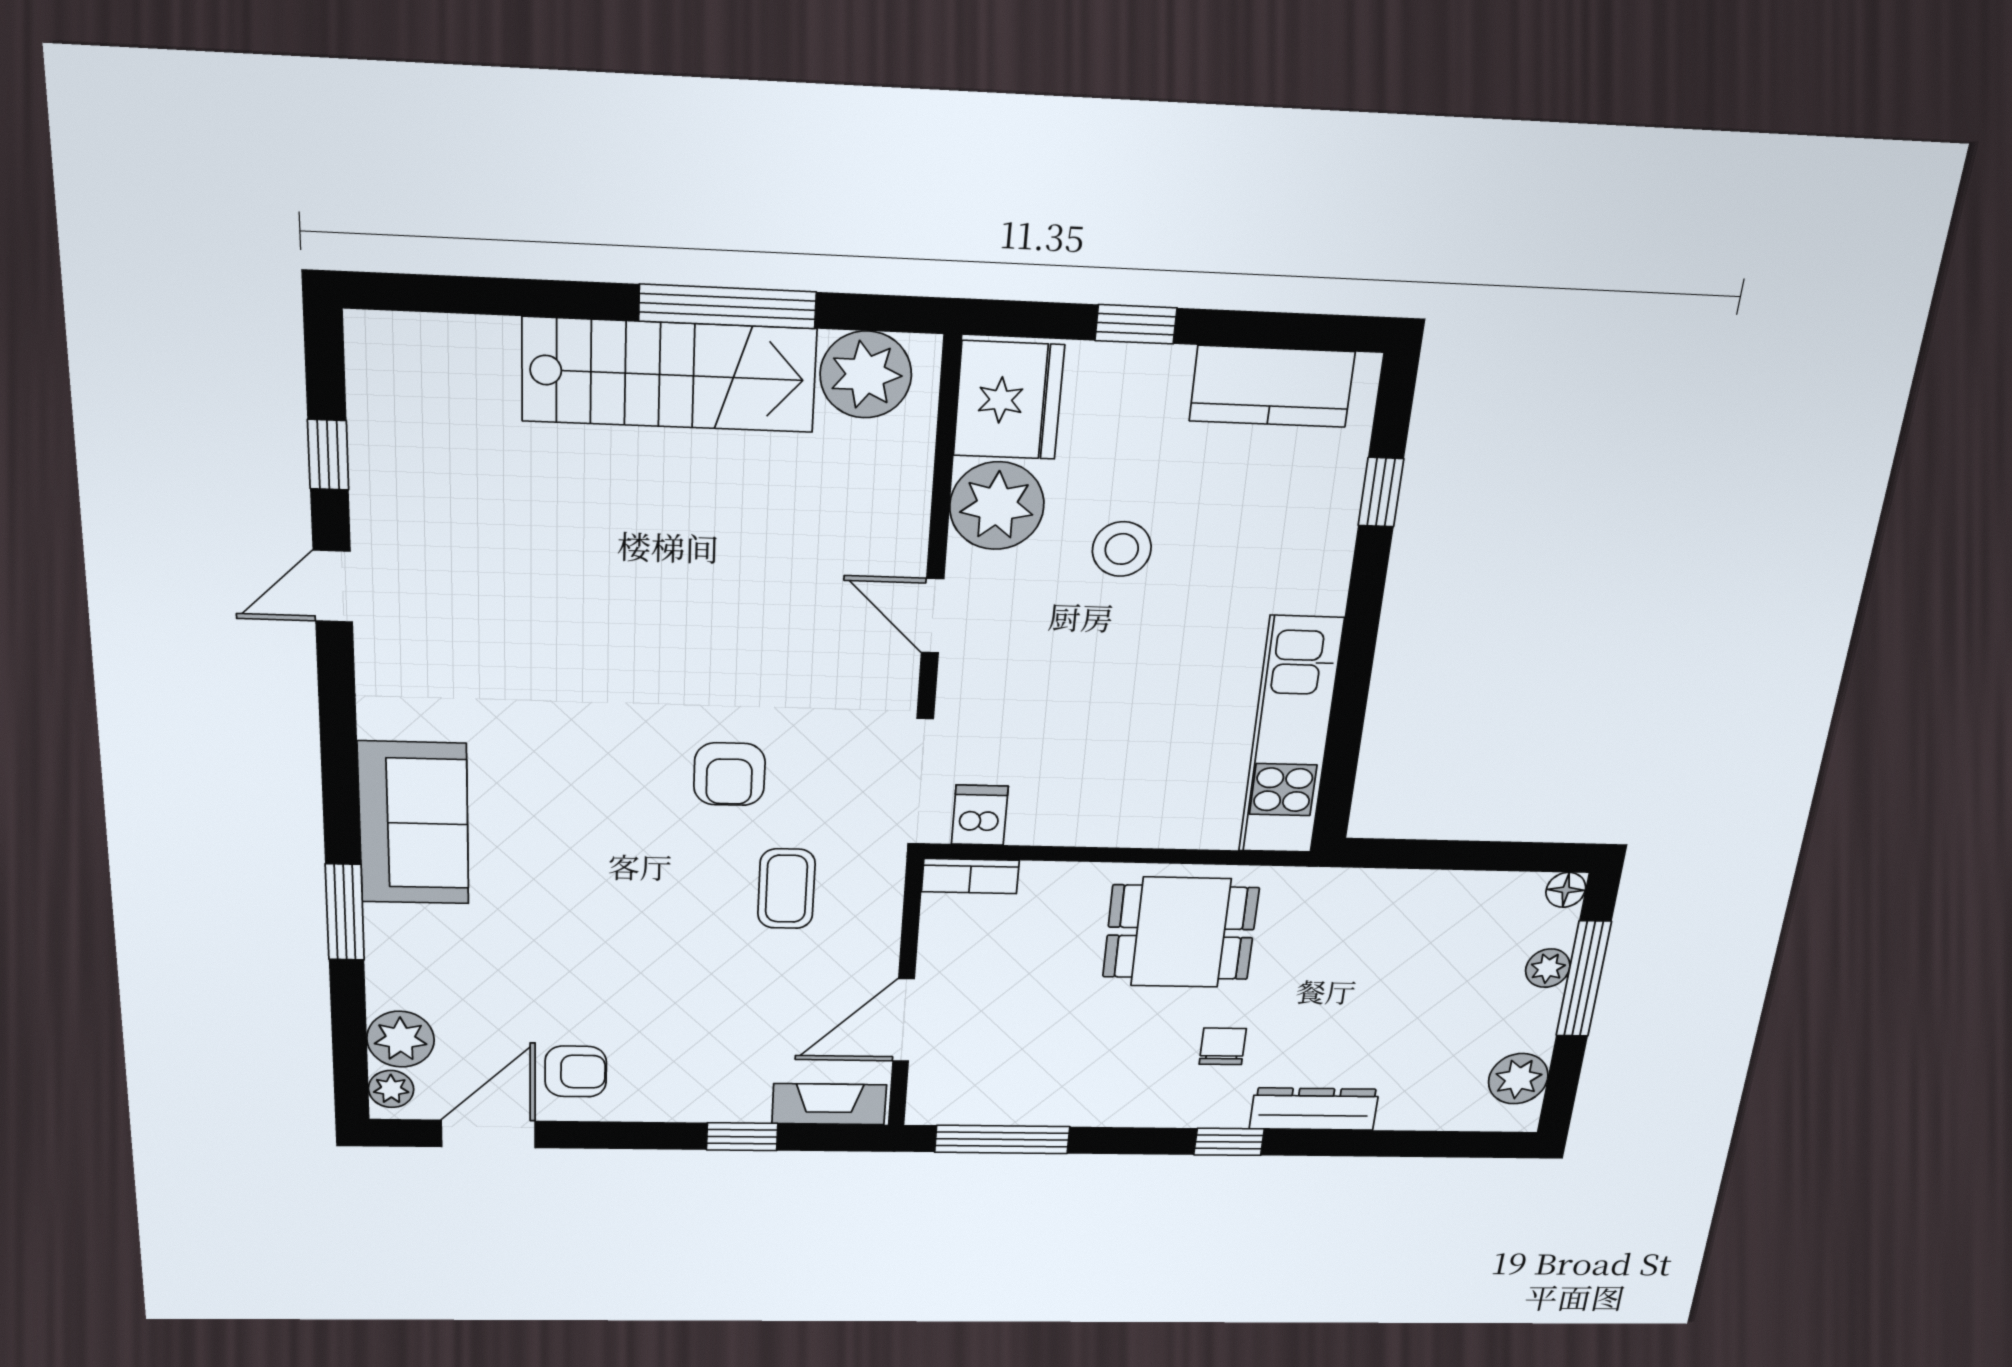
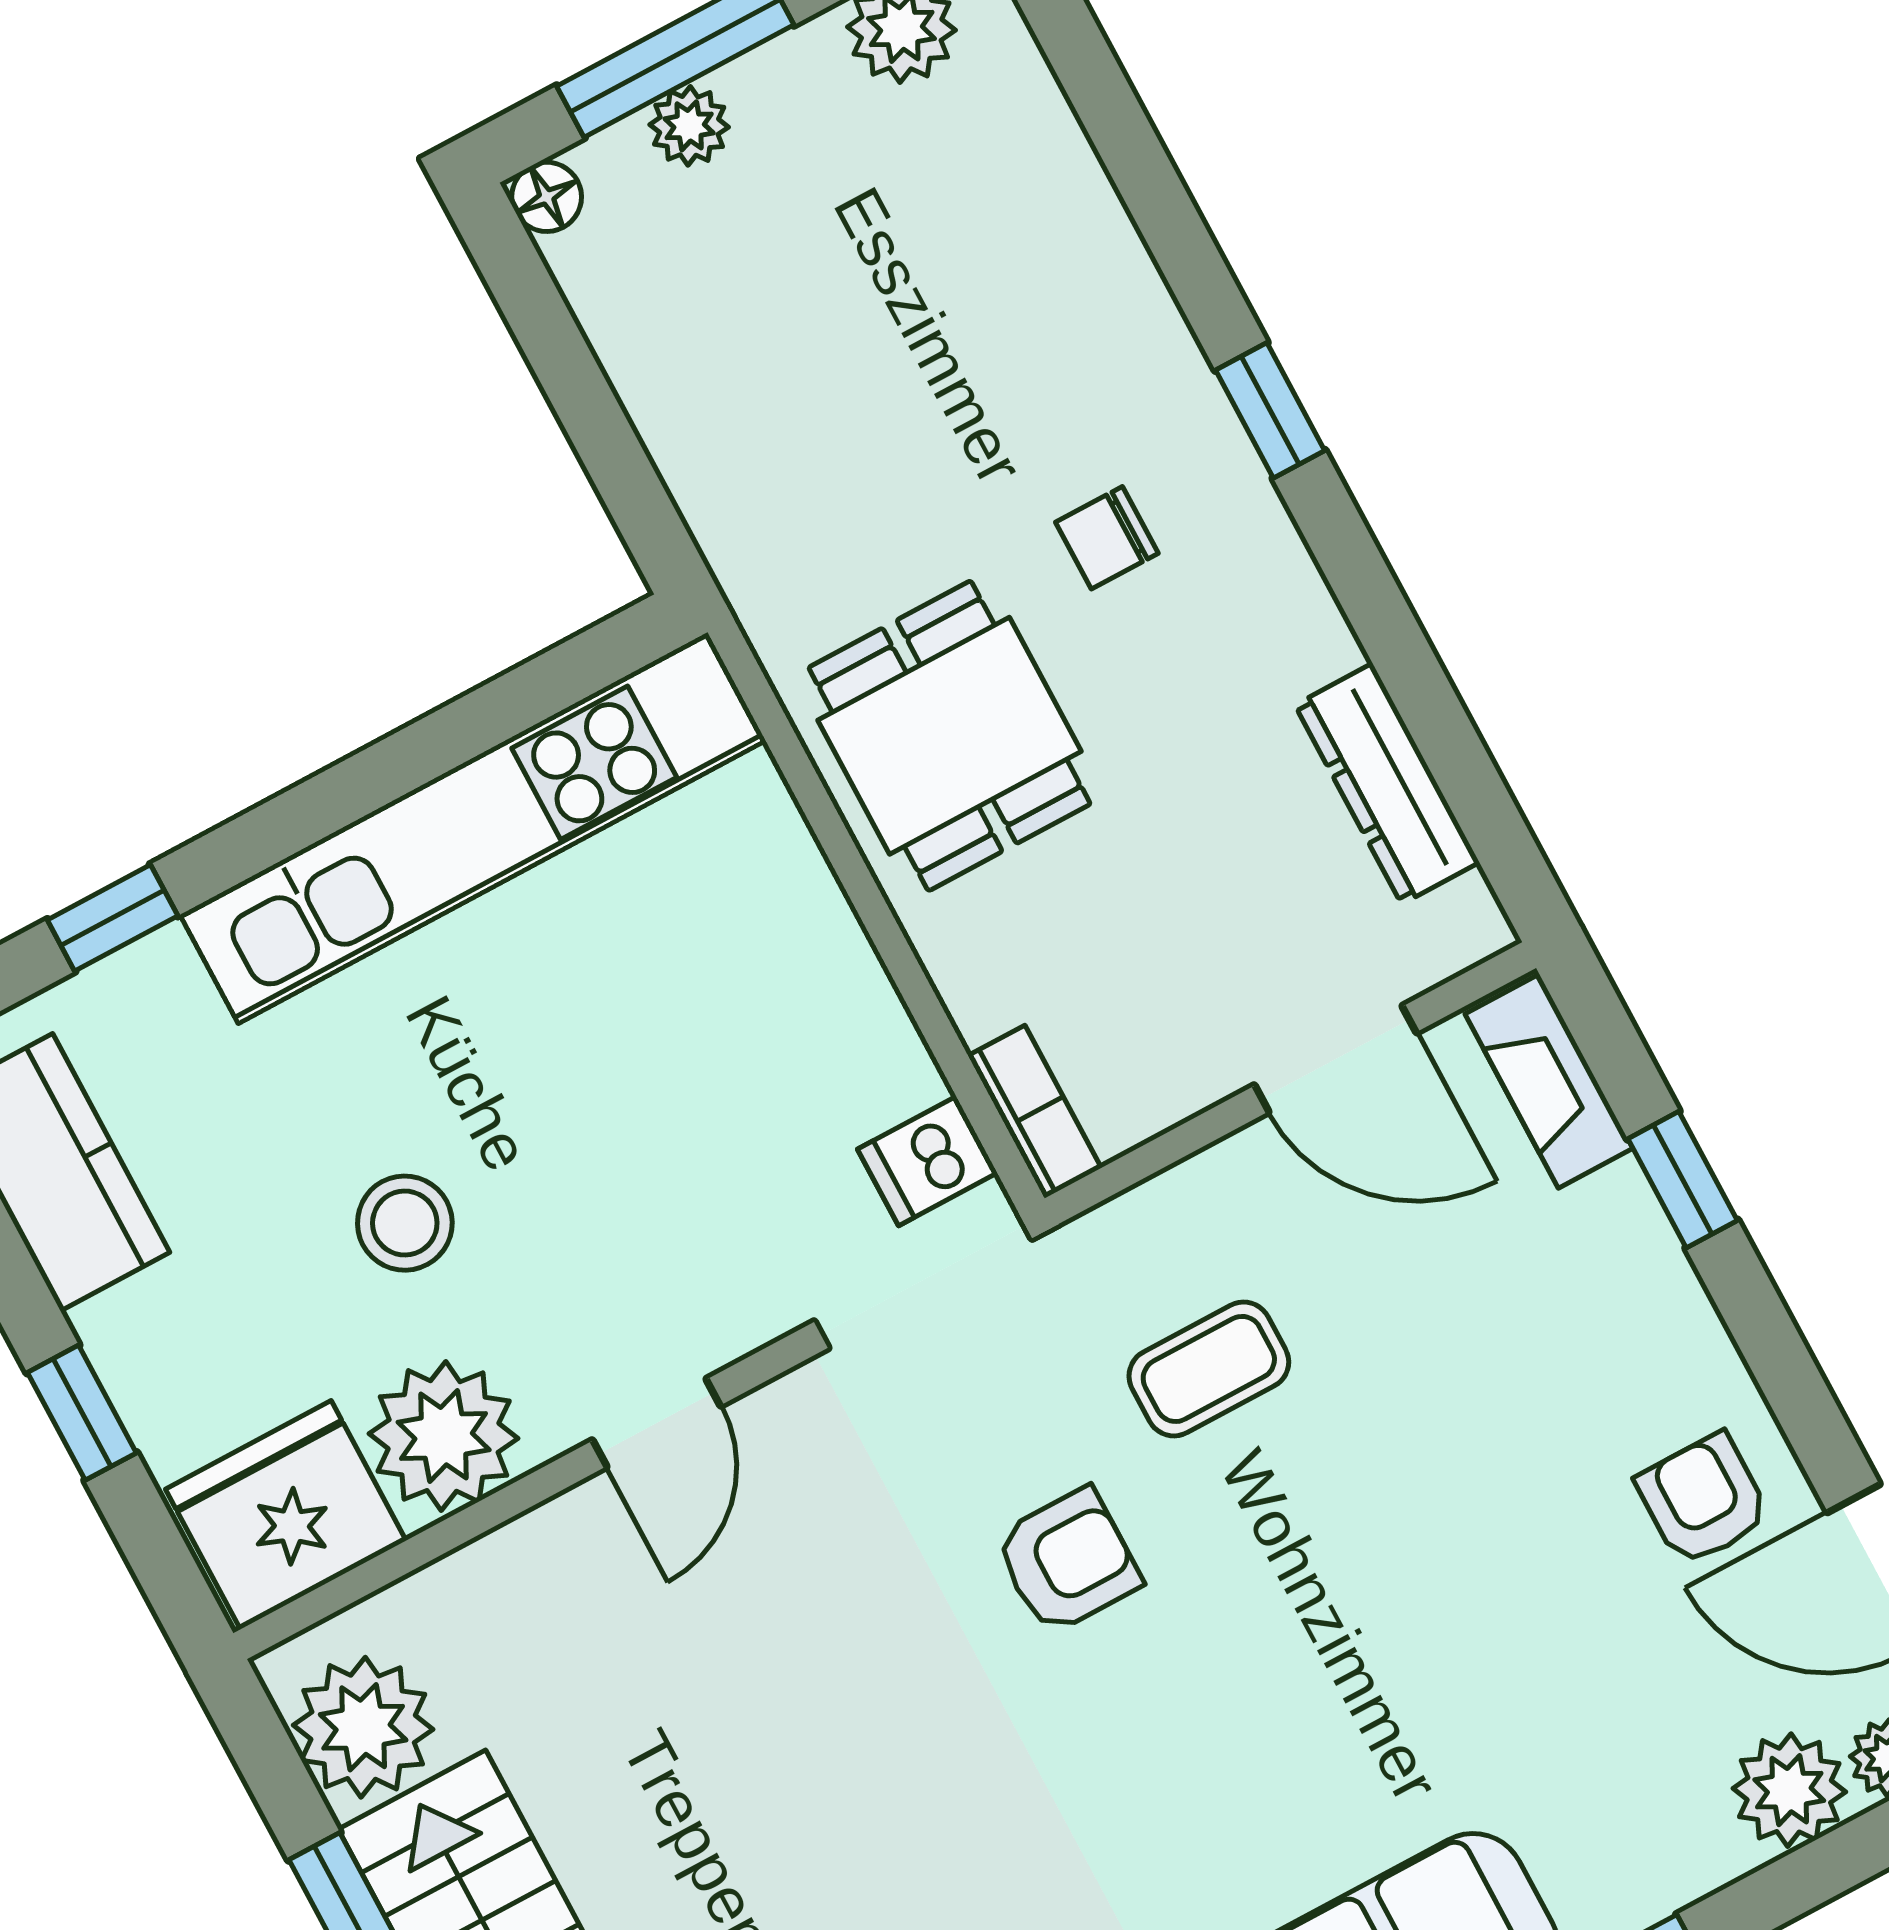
kitchen unit: (1291, 736) -> (473, 828), width x1.36
dresser: (1314, 1109) -> (1387, 784), moved
window: (1002, 1139) -> (1464, 772), removed

